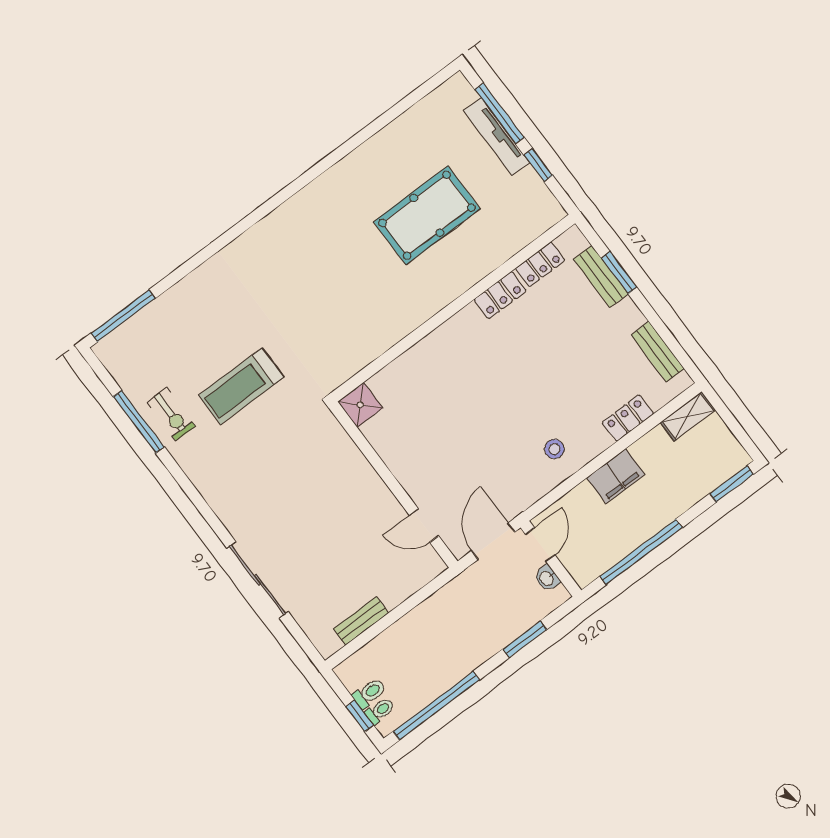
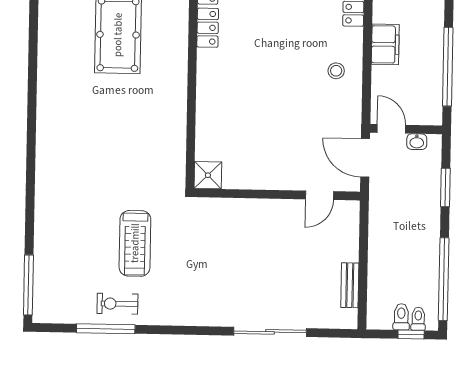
exercise bike: (171, 414) -> (117, 304), turned 180

